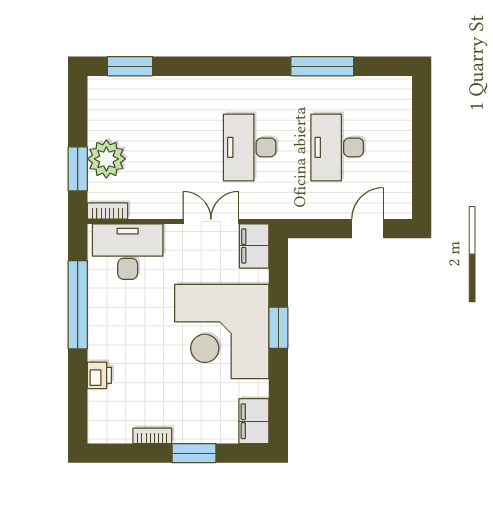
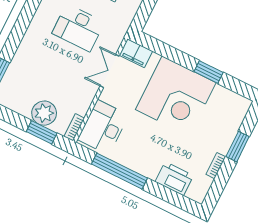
window: (278, 328) -> (209, 72), moved
printer: (99, 375) -> (174, 179), width x1.87, depth x1.48
filing cabinet: (254, 421) -> (236, 103), removed

